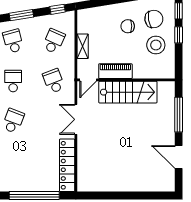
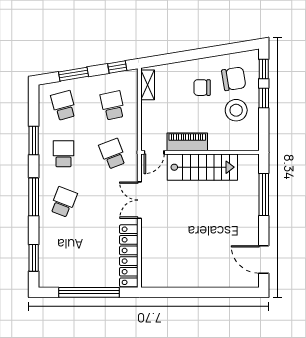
school desk: (54, 41) -> (113, 106), turned -36
shelving: (83, 46) -> (148, 85), moved
door: (179, 157) -> (264, 259), moved

